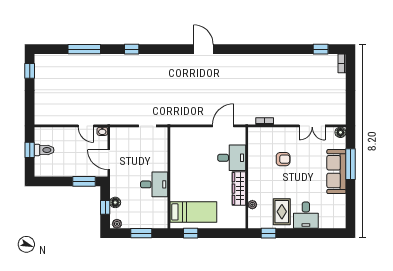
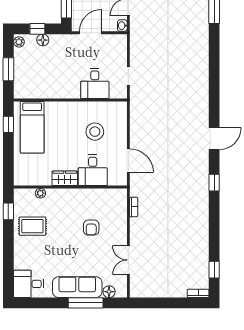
window: (132, 49) -> (214, 183), moved
floor lamp: (340, 132) -> (109, 292), moved
stool: (197, 156) -> (95, 132), added
desk: (154, 184) -> (95, 84), moved
wardrobe: (239, 189) -> (65, 178), width x0.67
desk: (306, 215) -> (29, 284), moved

